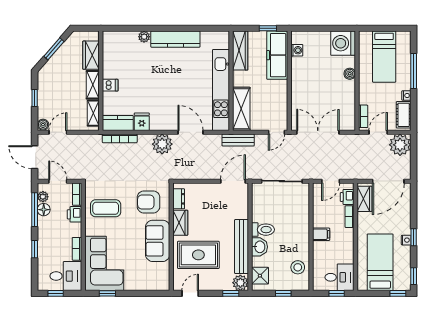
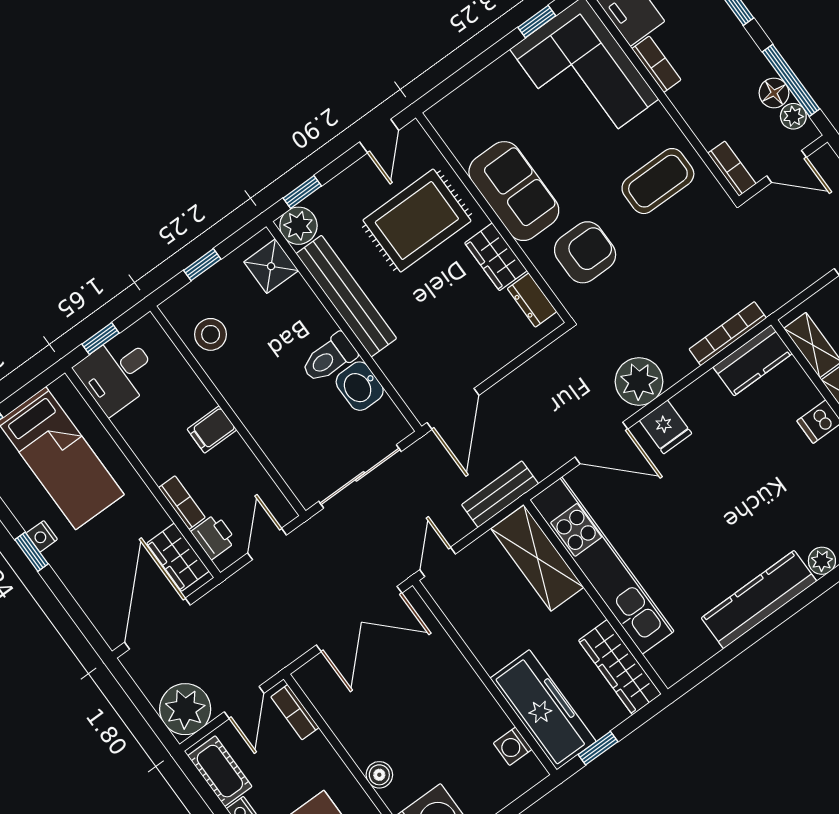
fridge: (142, 122) -> (666, 427), moved
printer: (74, 214) -> (709, 126), removed
washbasin: (259, 247) -> (360, 386), moved

